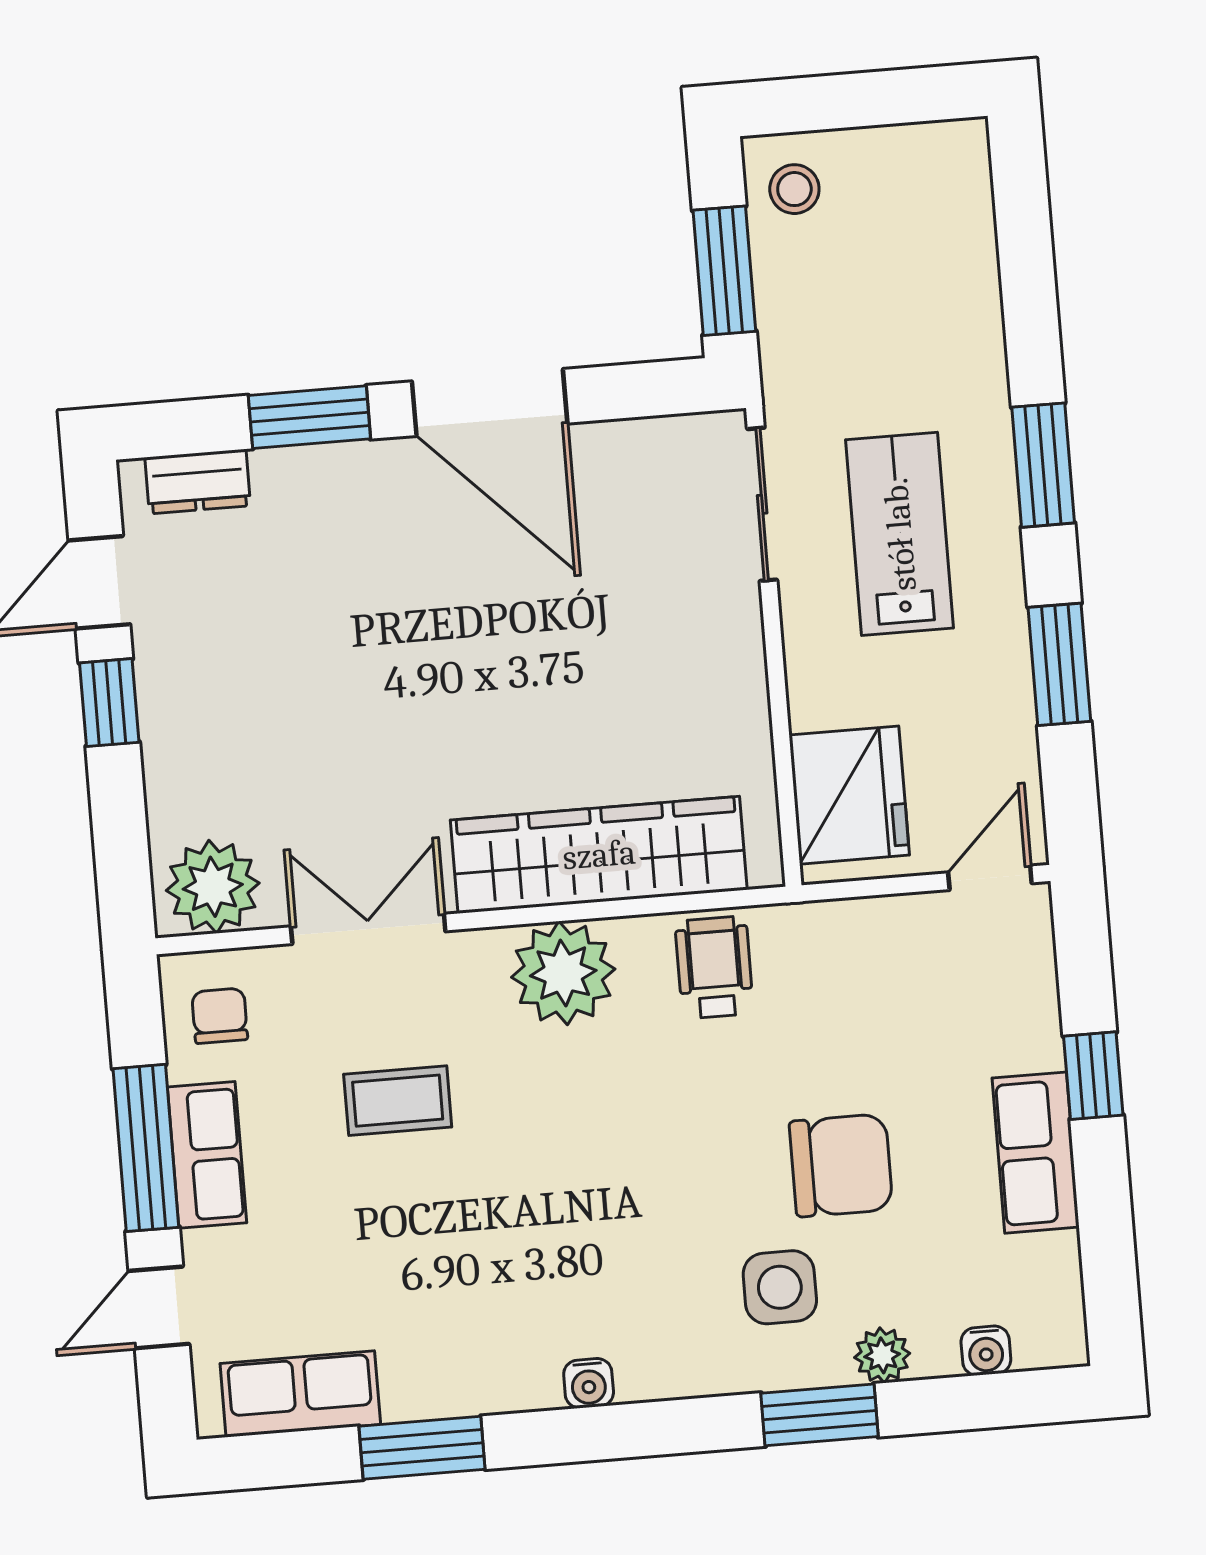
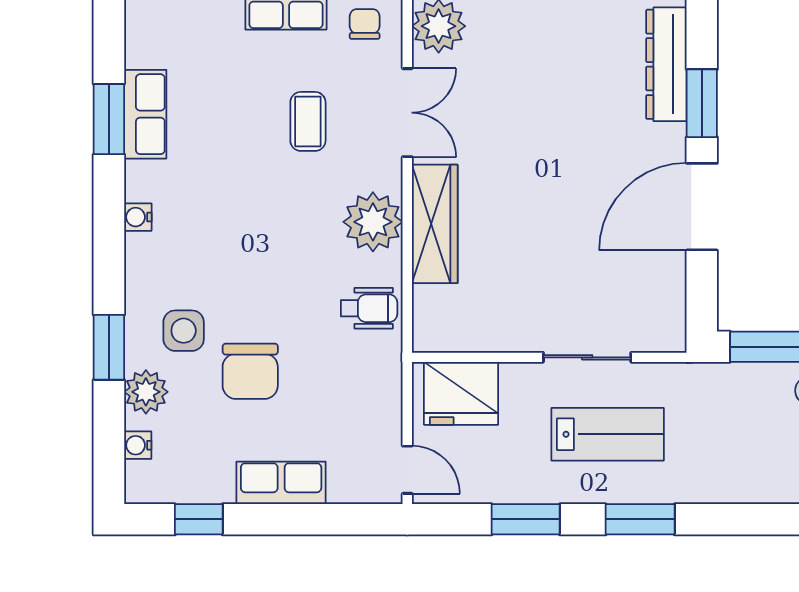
dresser: (198, 482) -> (666, 64), width x1.96, depth x1.24
sliding door: (762, 504) -> (587, 357), moved
wardrobe: (599, 855) -> (435, 224), width x0.71, depth x0.85
chair: (220, 1016) -> (365, 24), turned -90
window: (1093, 1076) -> (199, 519), moved
row of seats: (1036, 1153) -> (281, 483), moved
plant: (882, 1355) -> (146, 392), width x1.38, depth x1.38
row of seats: (300, 1394) -> (145, 114), moved

